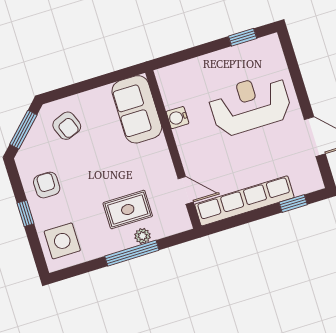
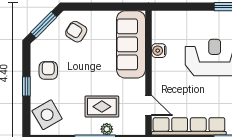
sofa: (137, 109) -> (131, 44), width x1.36
armchair: (67, 126) -> (76, 32), turned 143
side table: (62, 241) -> (47, 115), turned -30

